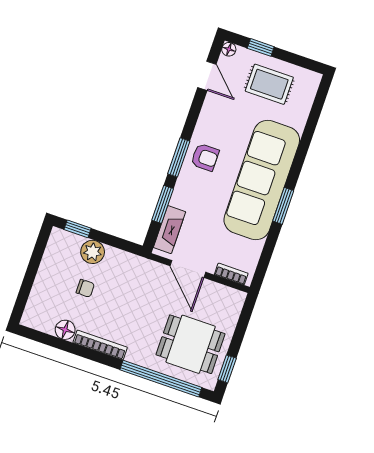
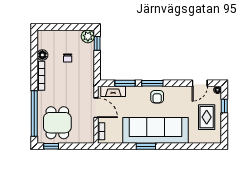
plant: (93, 252) -> (88, 36), moved
door: (188, 269) -> (96, 108), swing flipped

